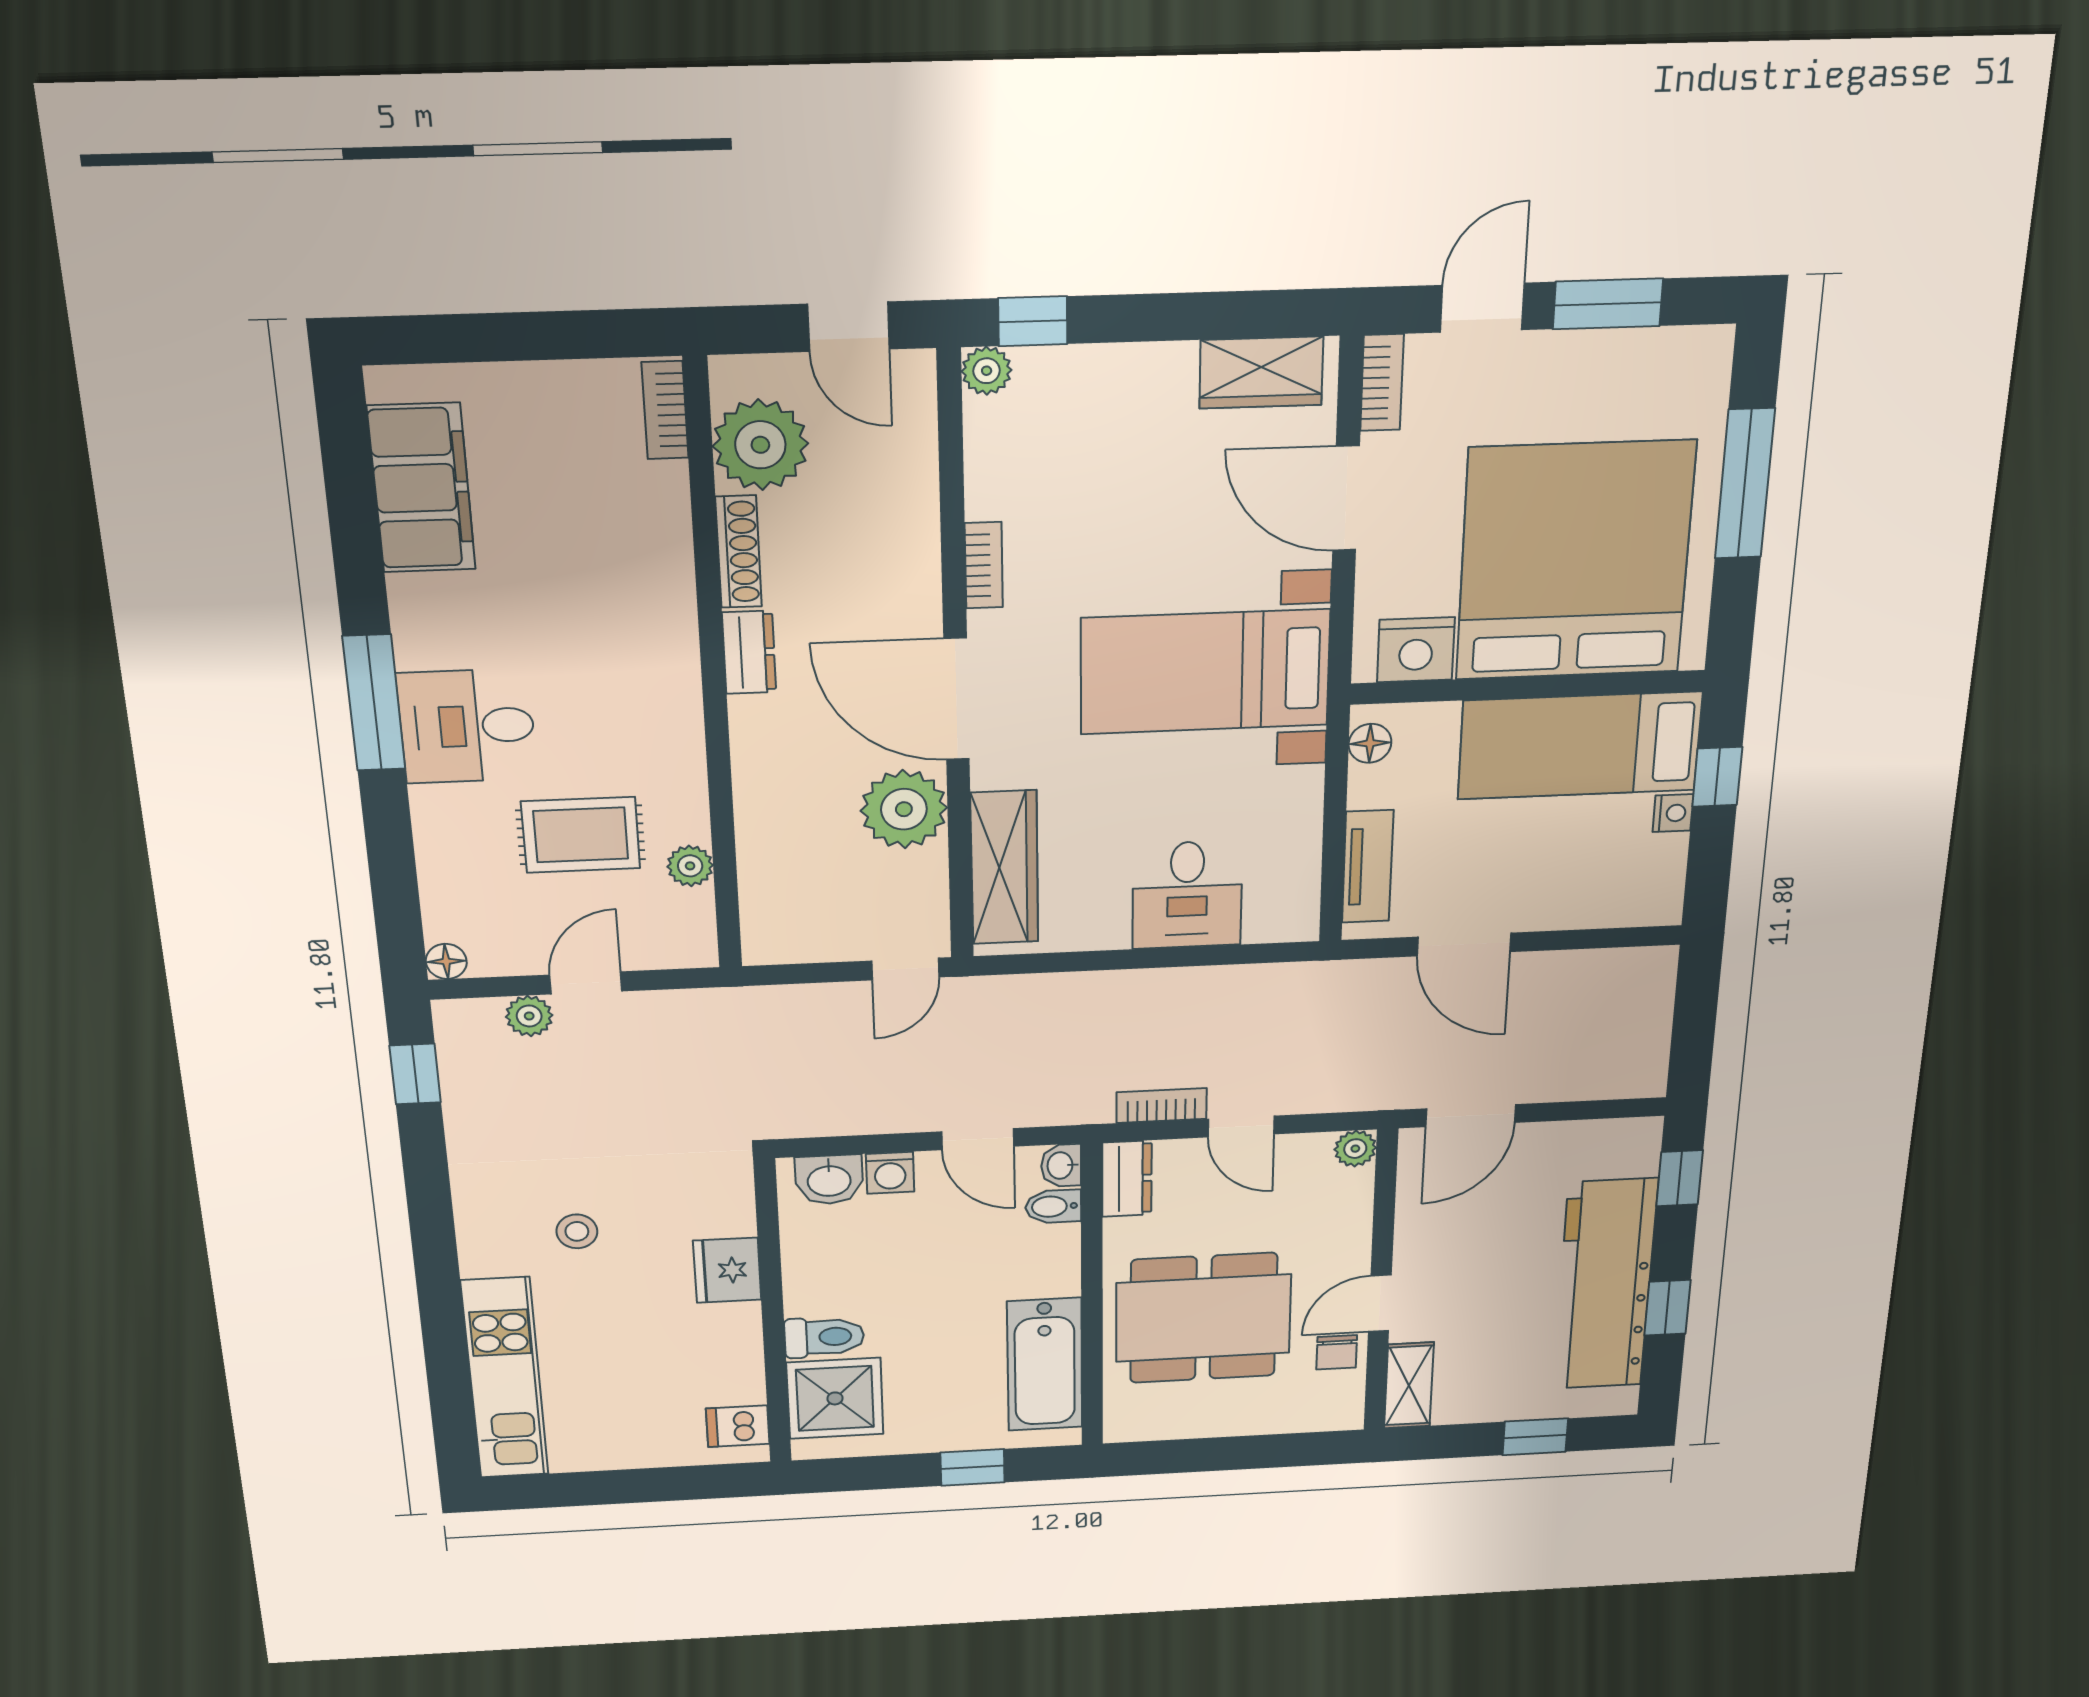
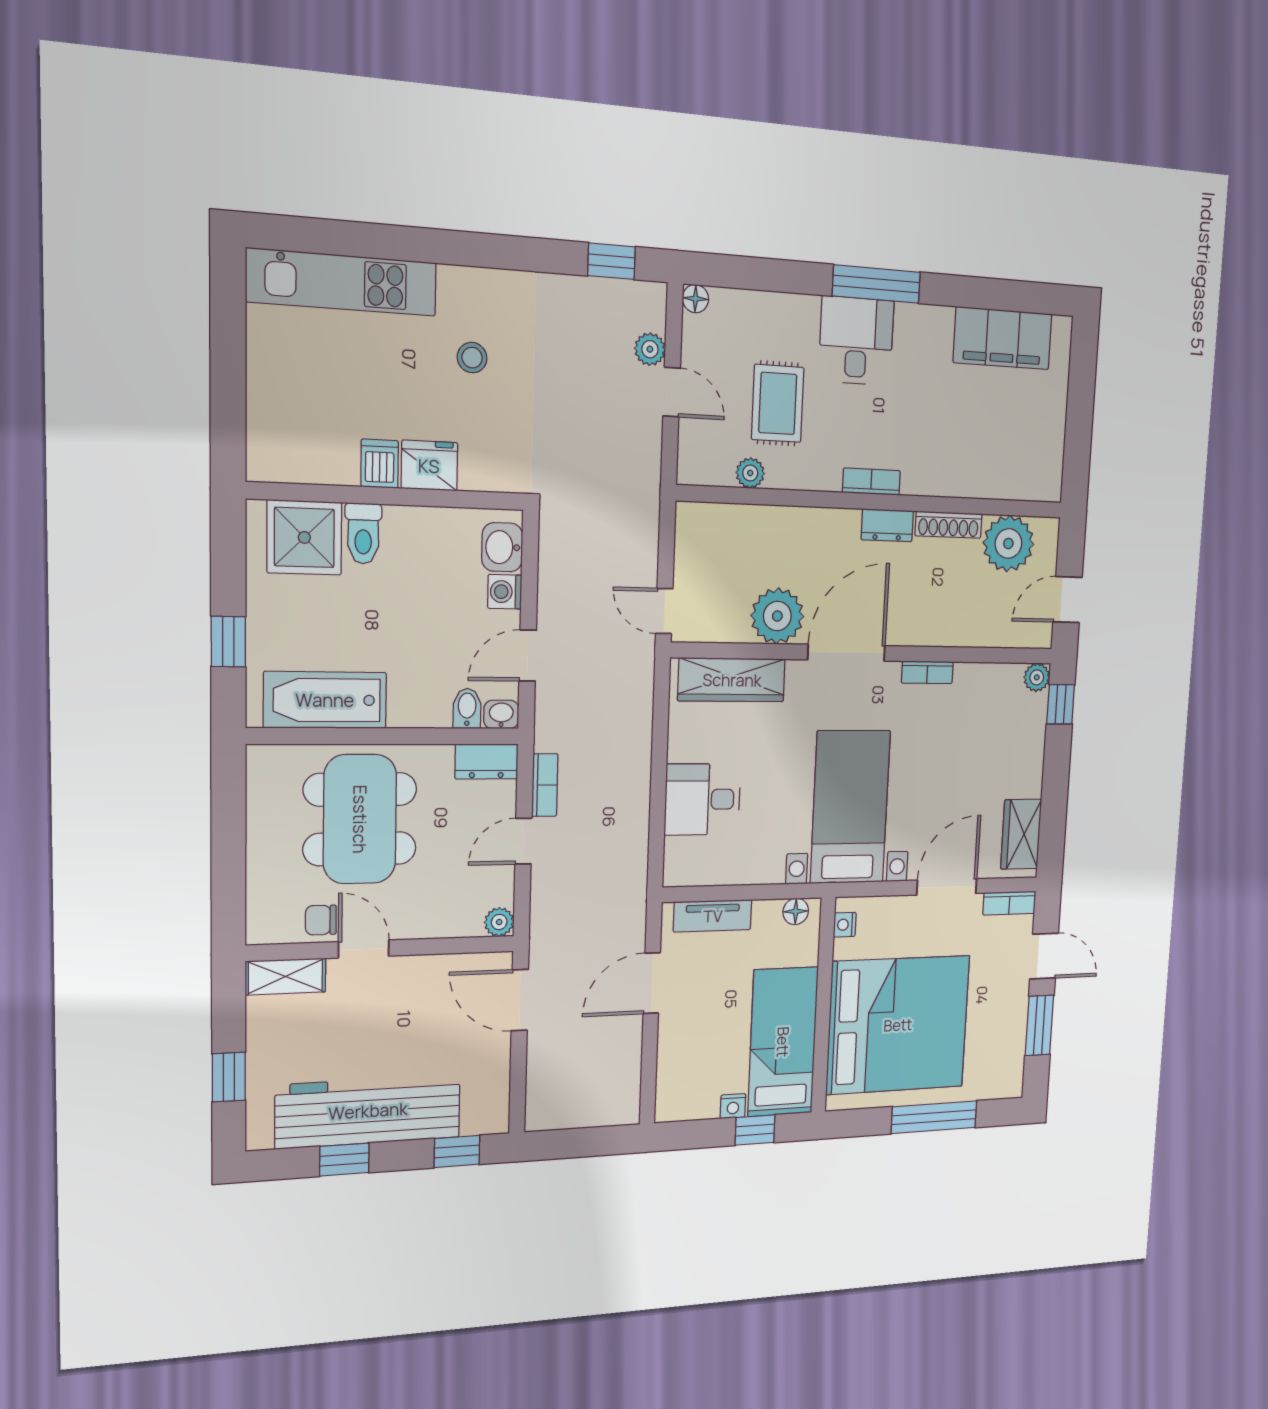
bookcase: (665, 410) -> (871, 482), moved
nightstand: (1416, 650) -> (845, 925), width x0.53, depth x0.56
dishwasher: (738, 1426) -> (380, 464), moved

